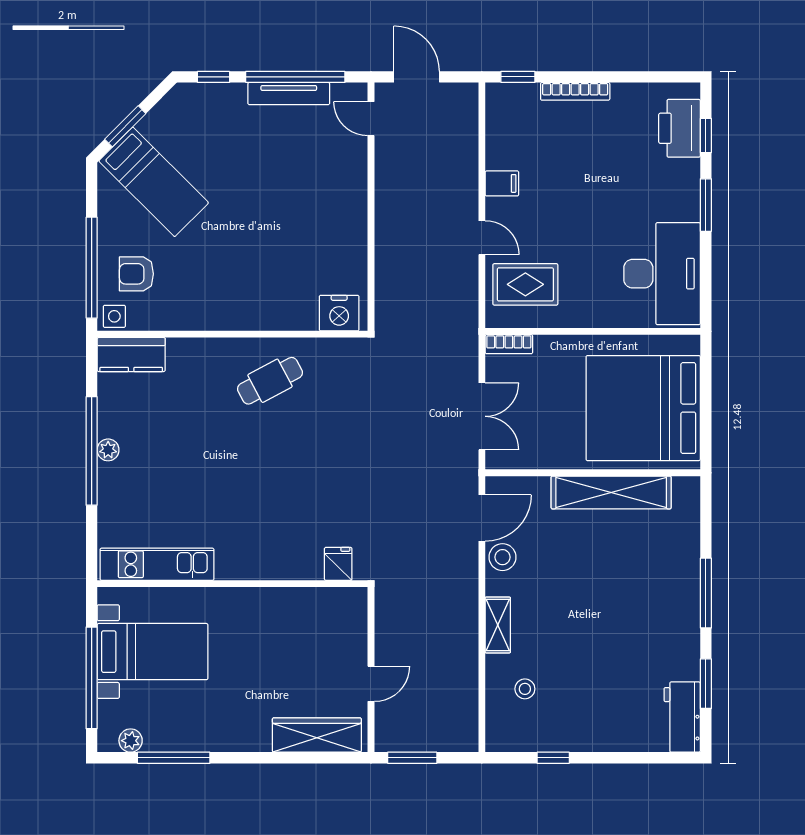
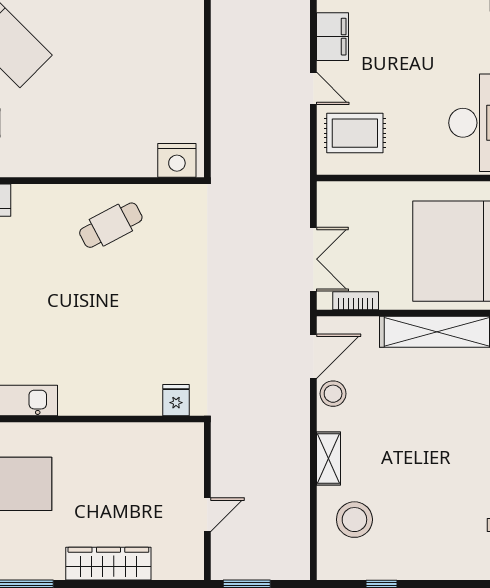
filing cabinet: (502, 183) -> (332, 37), width x2.00
bookcase: (509, 344) -> (356, 301), moved, turned 180
stool: (525, 689) -> (354, 520), width x1.89, depth x1.89
wardrobe: (317, 735) -> (108, 564), moved

